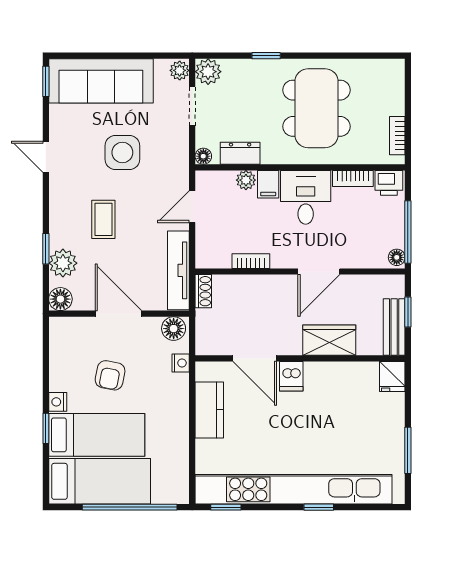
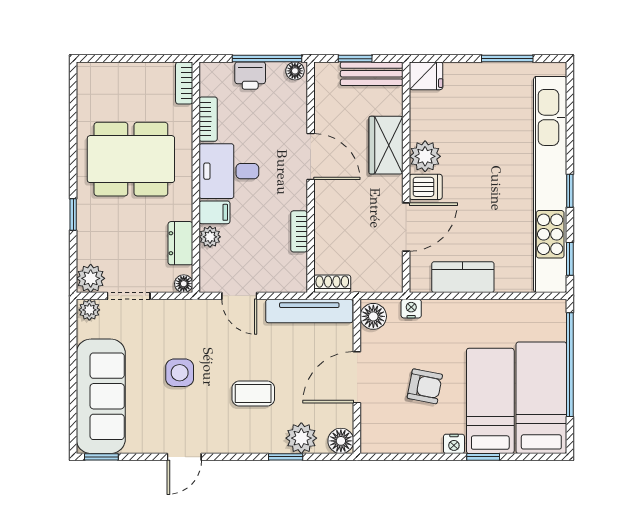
bookcase: (397, 136) -> (184, 83), moved, turned 90
side table: (122, 152) -> (180, 373), width x0.73, depth x0.73
printer: (389, 183) -> (250, 76), moved, turned 90
plant: (319, 376) -> (425, 156), added
window: (319, 507) -> (570, 191), moved

